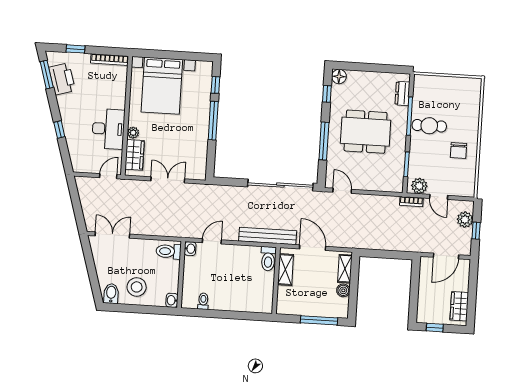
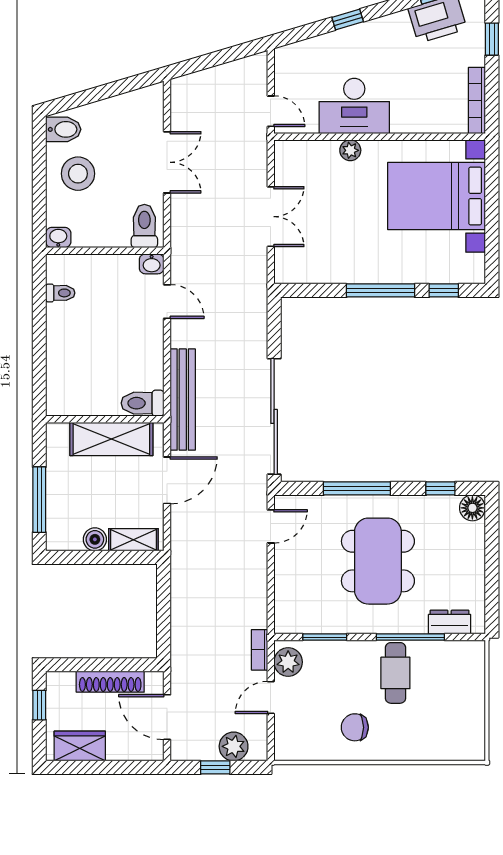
wardrobe: (135, 155) -> (311, 155), removed
double door: (112, 235) -> (167, 162), moved
shelving: (285, 270) -> (111, 439), width x1.50, depth x1.33
shoe rack: (424, 287) -> (110, 682), added

